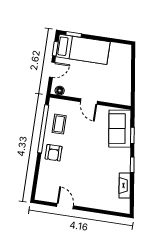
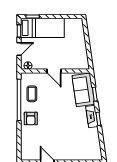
fireplace: (125, 185) -> (92, 117), moved

